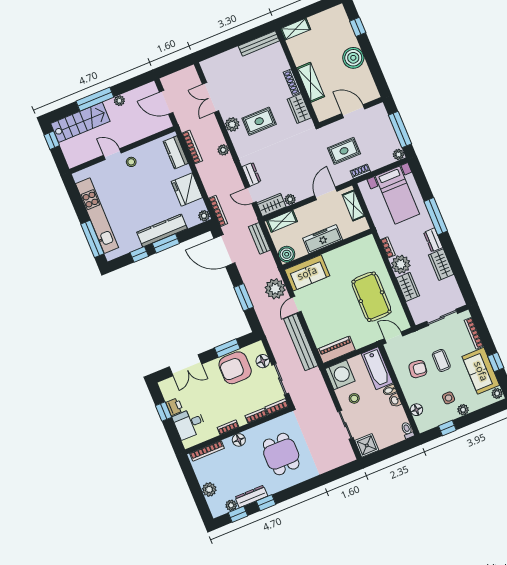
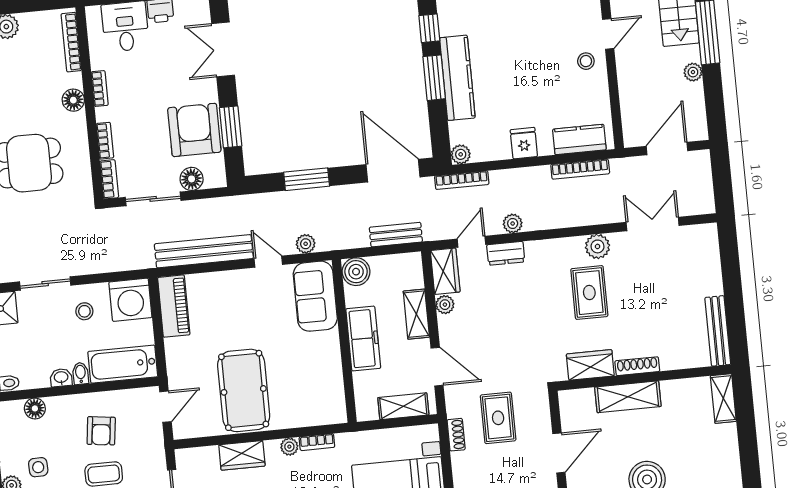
plant: (223, 150) -> (513, 223), moved
fridge: (187, 190) -> (524, 143), width x0.53, depth x0.75
shelving: (282, 221) -> (416, 314), moved
door: (224, 251) -> (393, 171), hinge flipped
plant: (401, 264) -> (289, 447), width x0.53, depth x0.53
plant: (275, 289) -> (306, 244), width x0.53, depth x0.53
pool table: (371, 297) -> (244, 390), turned 90

